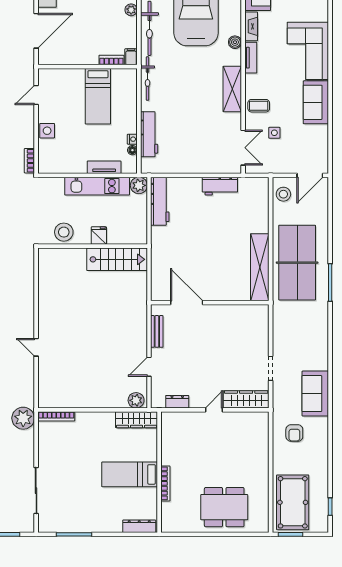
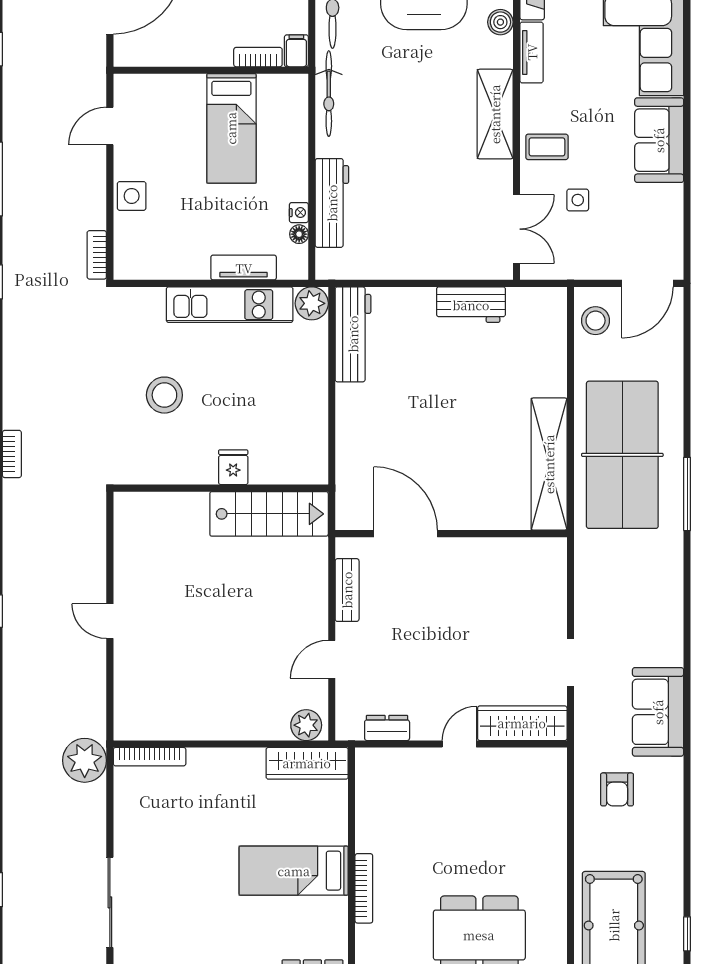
fridge: (99, 236) -> (233, 467), moved
wall: (93, 246) -> (221, 488), moved
stairs: (117, 259) -> (269, 514), moved

